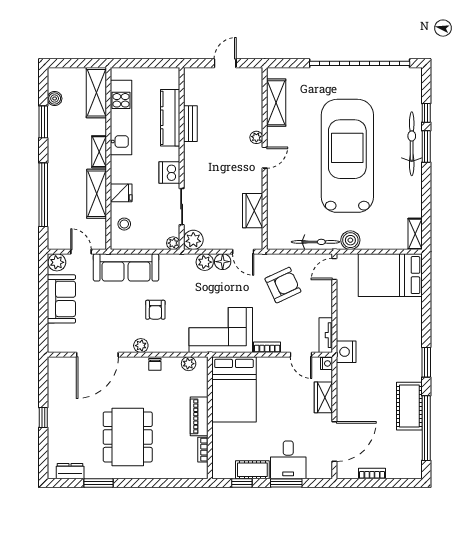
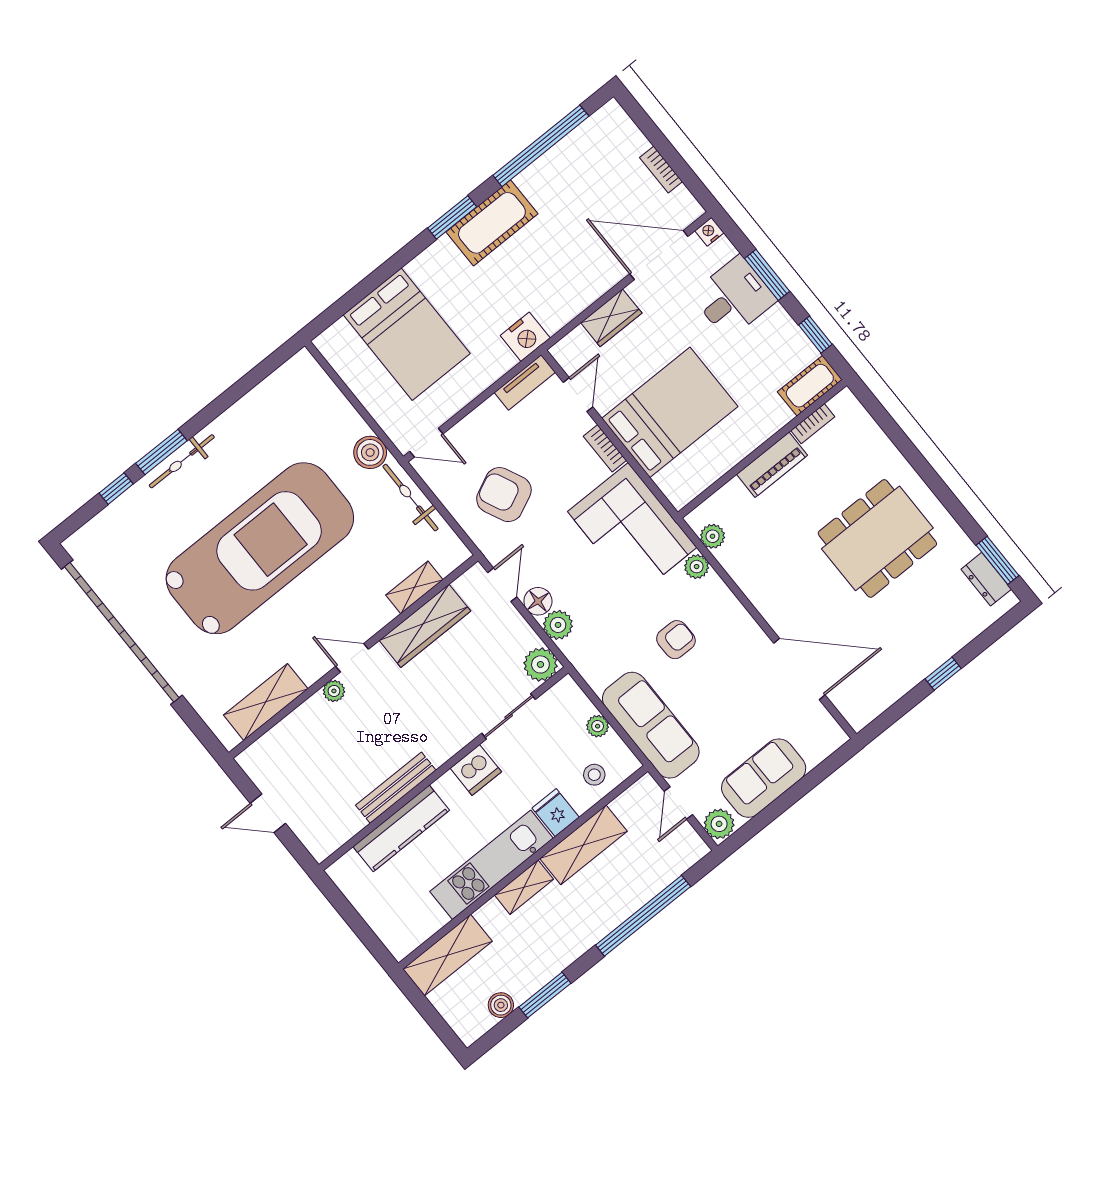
kitchen unit: (121, 118) -> (492, 865), moved
bench: (190, 124) -> (396, 788), width x1.36
bicycle: (412, 144) -> (182, 461), width x0.73, depth x0.71
car: (347, 156) -> (260, 548), turned 180
wardrobe: (253, 211) -> (425, 626), width x1.50
shelving: (415, 234) -> (414, 587), moved
plant: (173, 243) -> (598, 726), moved
bed: (390, 275) -> (407, 334), moved
plant: (141, 346) -> (697, 567), moved
nightstand: (327, 363) -> (709, 232), moved
chair: (155, 364) -> (750, 581), removed
bed: (234, 389) -> (670, 412), moved
cot: (409, 406) -> (492, 223), moved
cot: (252, 470) -> (810, 386), moved, turned 90
window: (98, 483) -> (998, 560), moved

